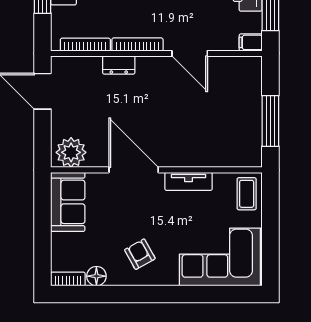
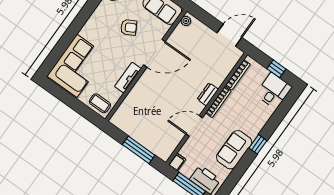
dresser: (119, 65) -> (208, 94), moved
window: (270, 121) -> (139, 150), moved
plant: (71, 152) -> (186, 21), width x0.53, depth x0.53
armchair: (140, 254) -> (129, 27), moved

